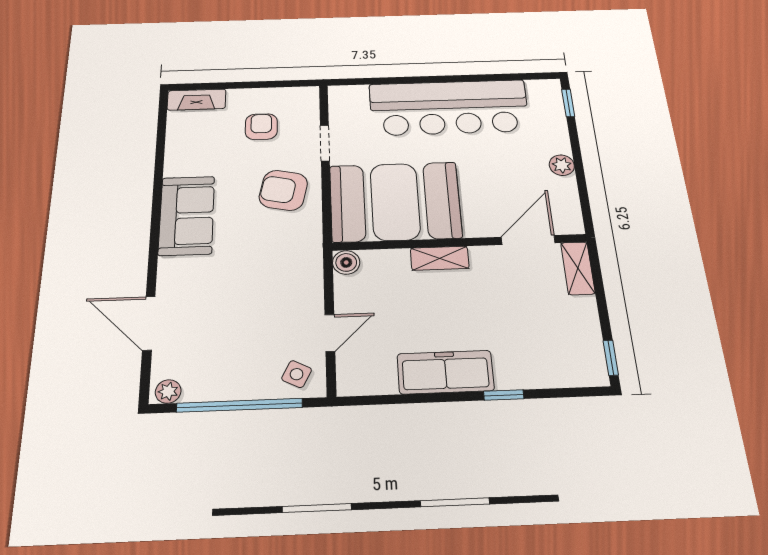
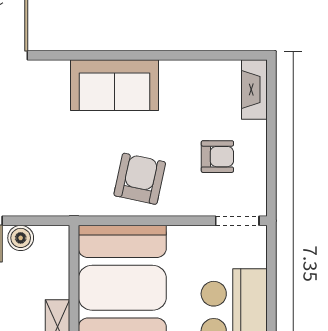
doorway: (325, 143) -> (237, 221), moved
boiler: (346, 262) -> (21, 238), moved

